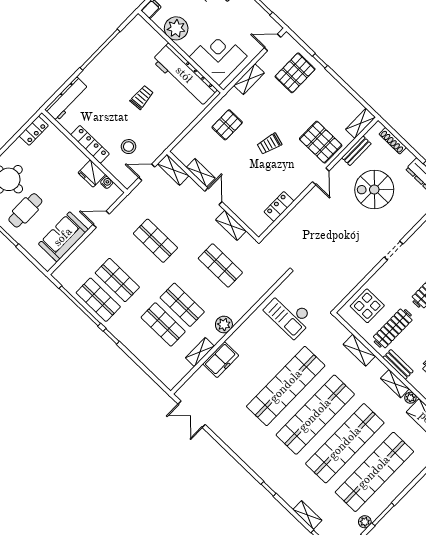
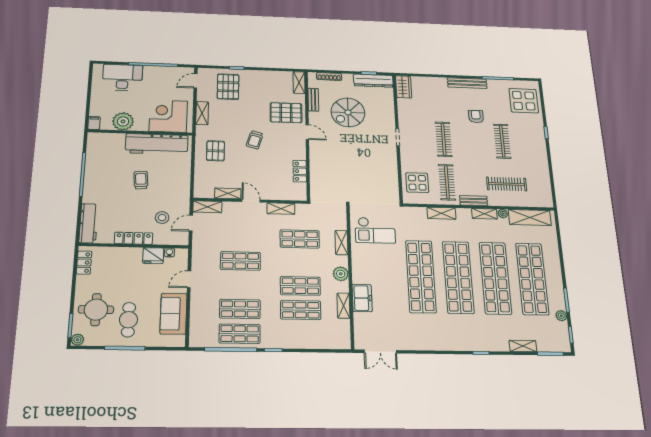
shelving: (251, 299) -> (341, 243), added

